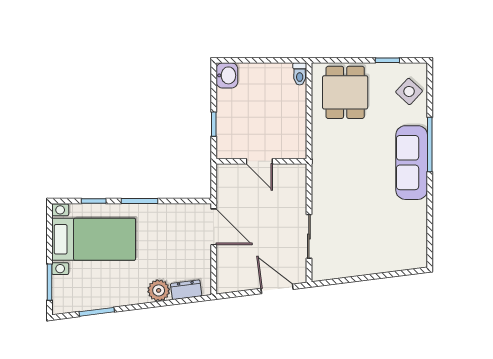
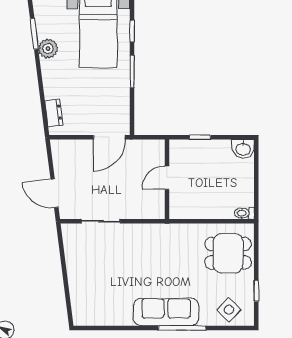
door: (277, 289) -> (54, 193), swing flipped
plant: (159, 290) -> (48, 49), moved

